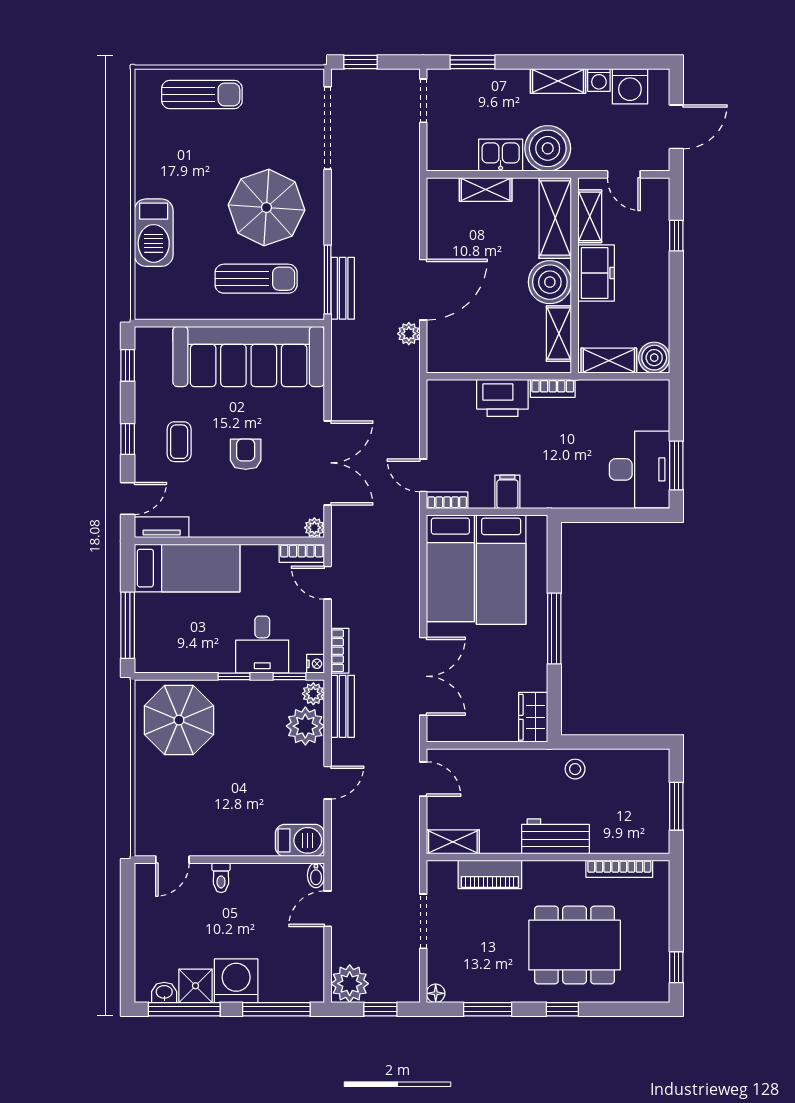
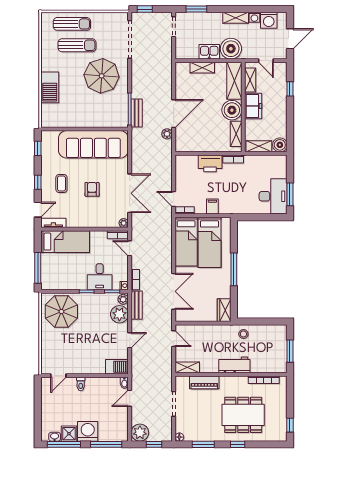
sun lounger: (256, 279) -> (77, 45), moved

